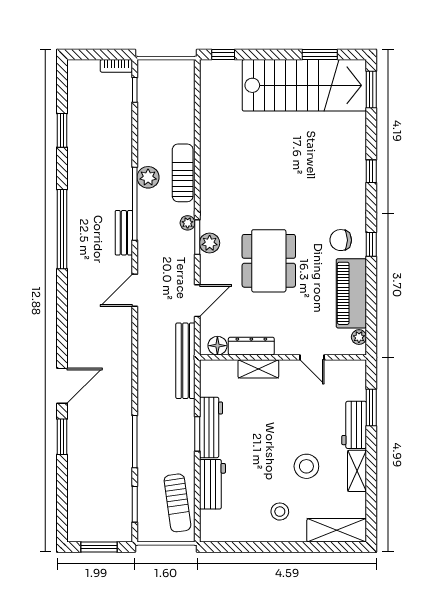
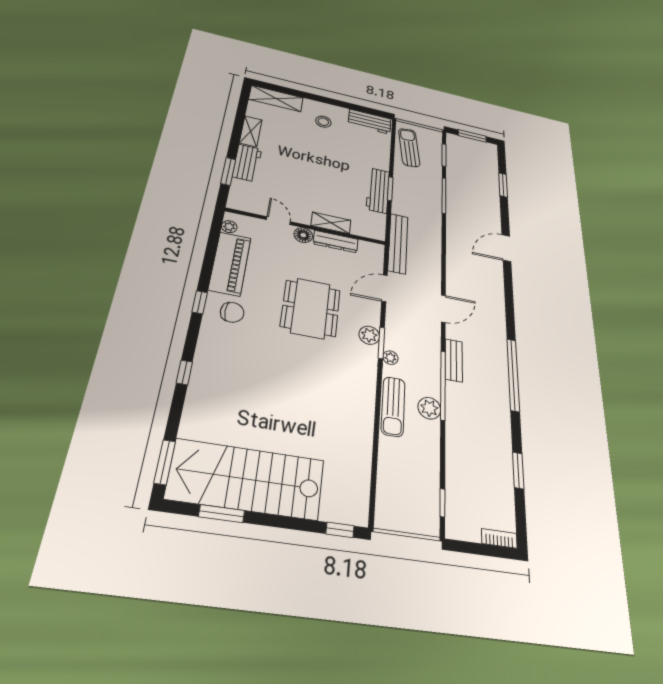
bookcase: (116, 66) -> (499, 538), moved
floor lamp: (217, 346) -> (303, 235), moved
window: (62, 437) -> (503, 185), moved
stool: (306, 466) -> (296, 145), removed
workbench: (212, 484) -> (370, 122), moved, turned -90

